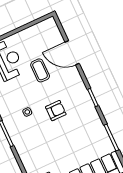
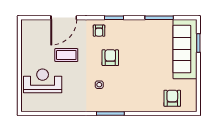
armchair: (75, 89) -> (99, 31), added

